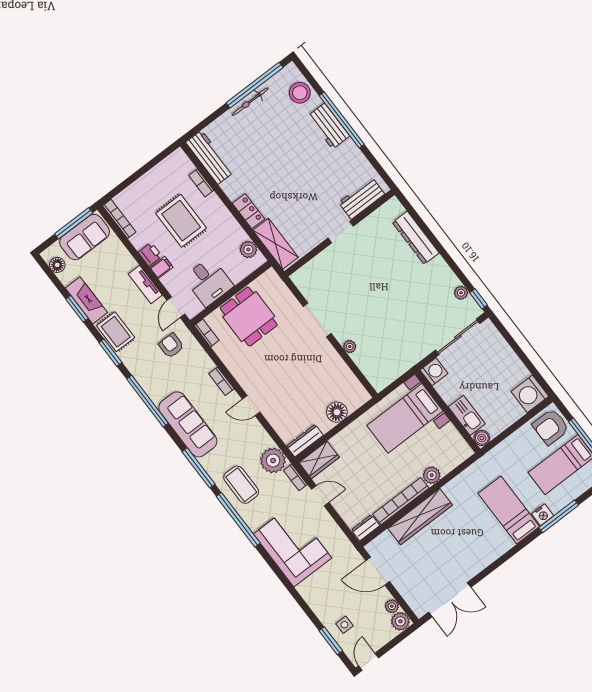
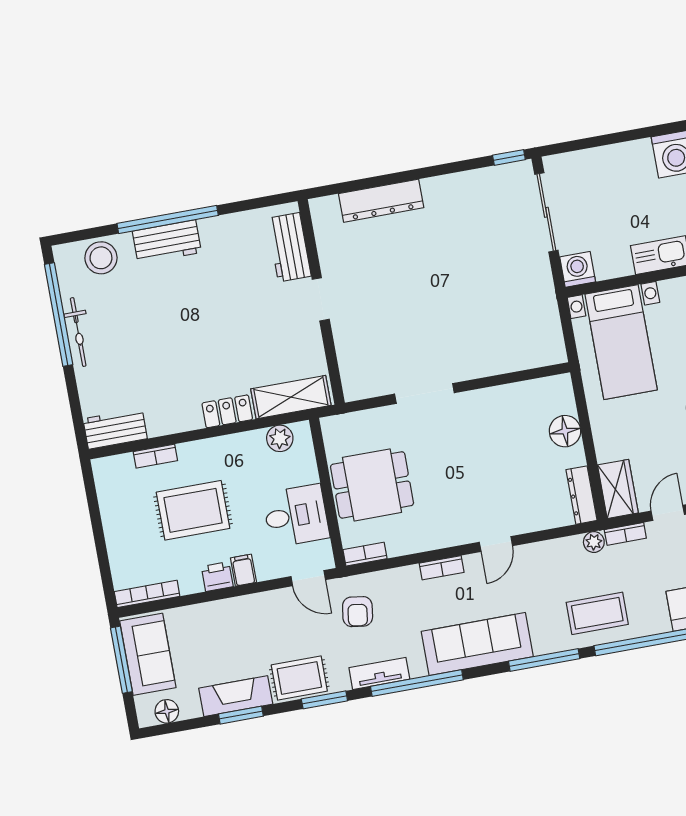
workbench: (210, 157) -> (115, 429), width x0.73
tv unit: (145, 284) -> (379, 673), moved, turned 180
plant: (461, 293) -> (488, 177), removed
armchair: (171, 346) -> (358, 612), turned -82
plant: (350, 347) -> (484, 368), removed
plant: (273, 461) -> (594, 542), width x0.53, depth x0.53

